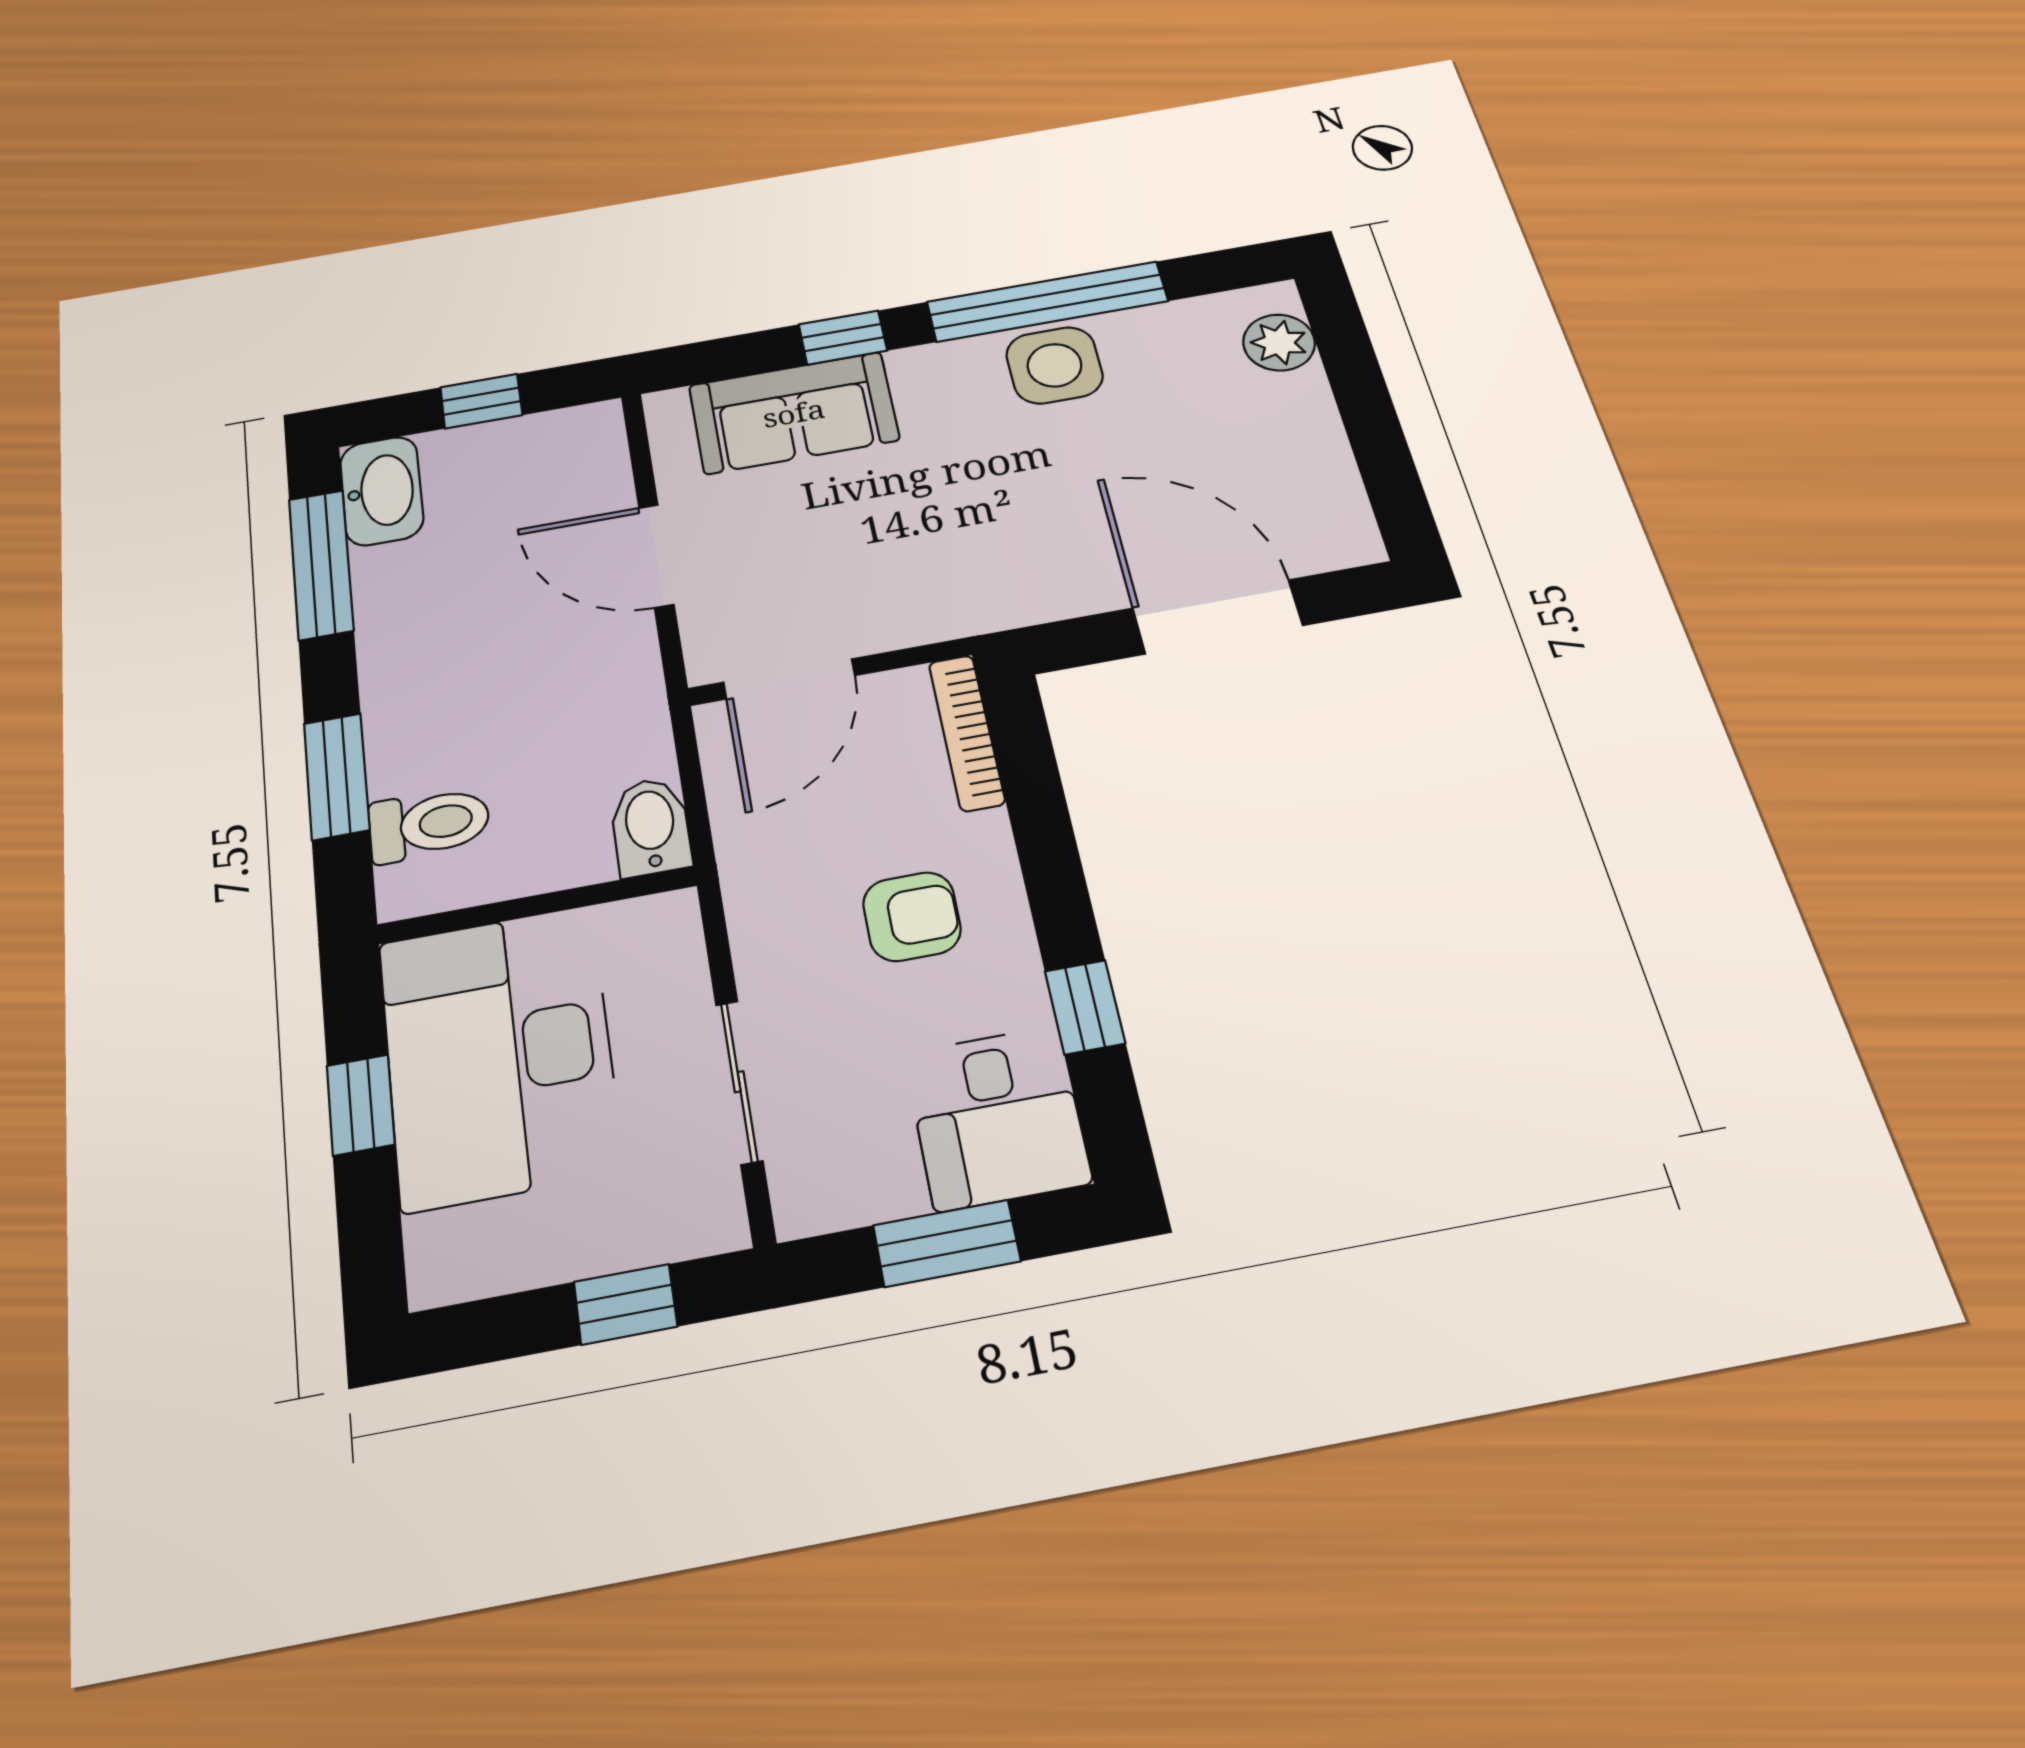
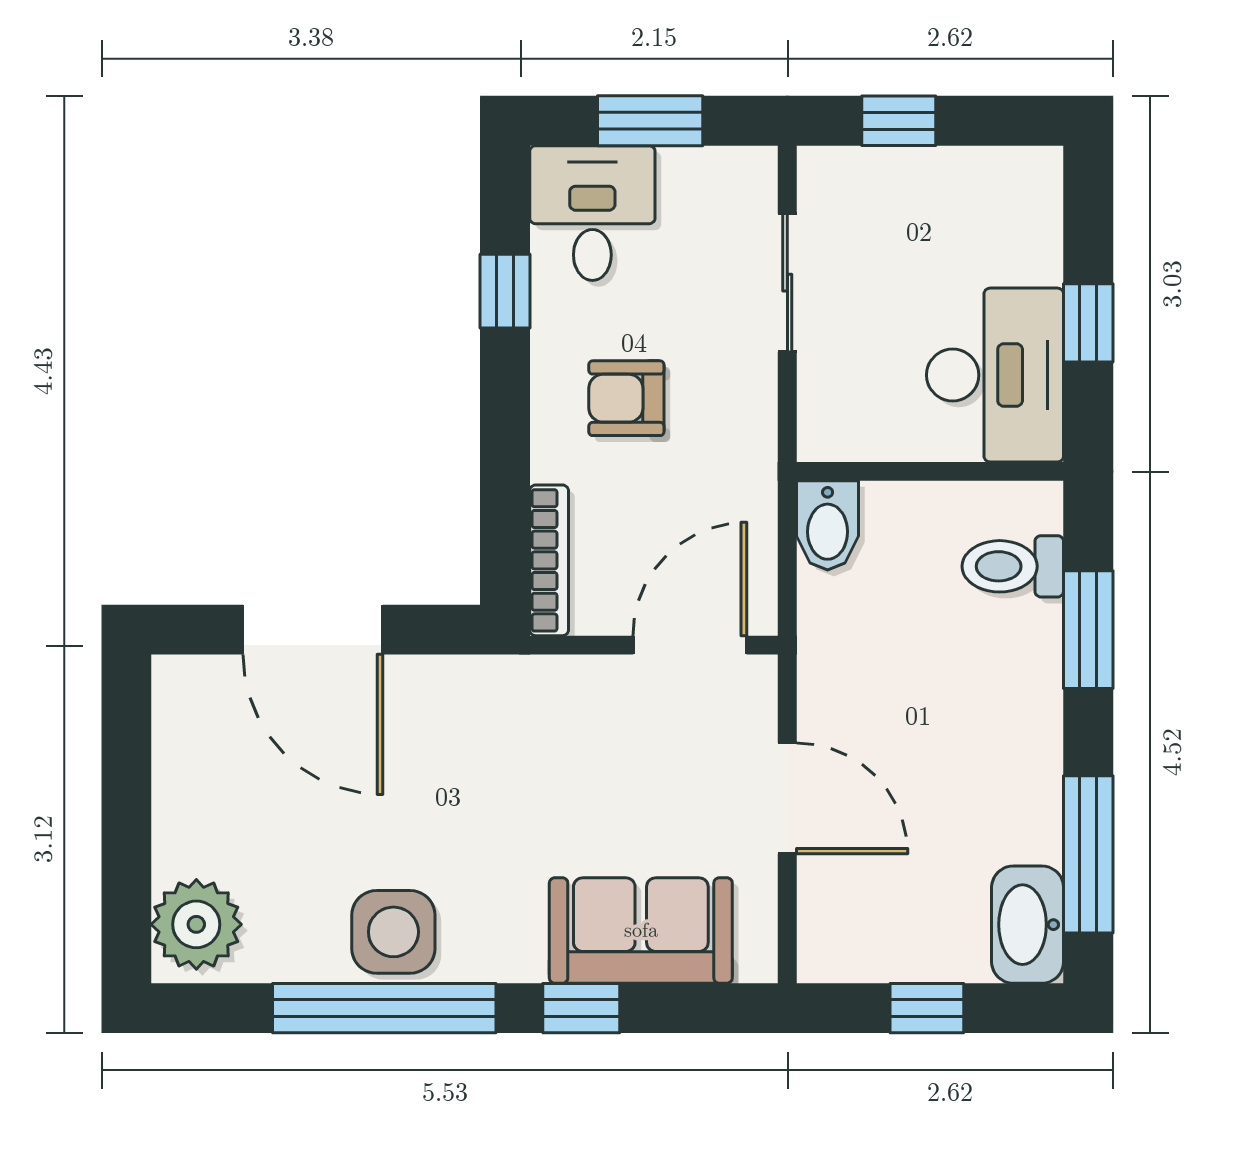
plant: (1279, 342) -> (196, 924), width x1.36, depth x1.36
desk: (499, 1055) -> (995, 375), width x0.73, depth x0.77

